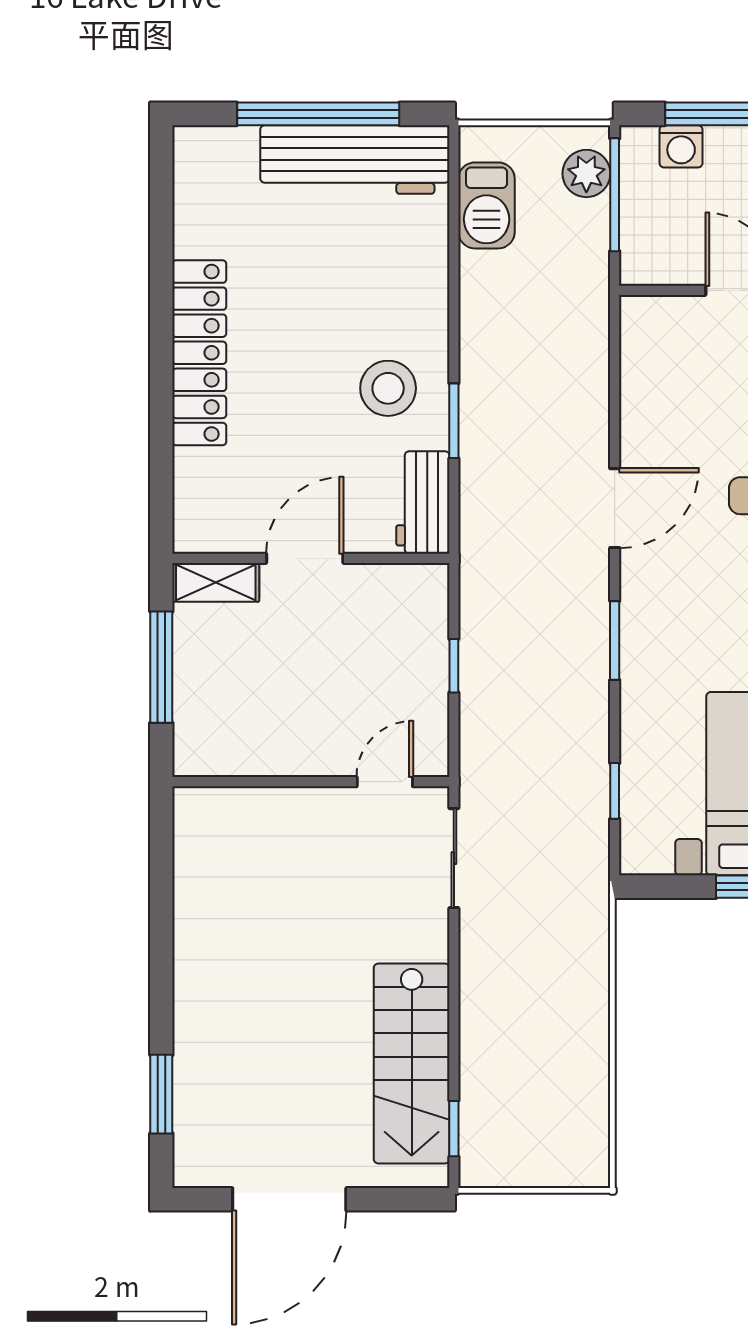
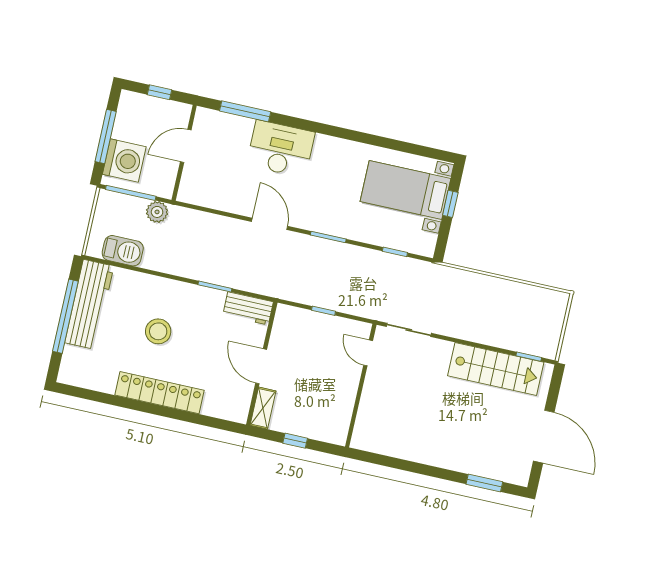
washing machine: (681, 146) -> (124, 161), width x1.89, depth x1.89
plant: (586, 173) -> (157, 212), moved
stool: (388, 388) -> (158, 331), moved
window: (161, 667) -> (295, 441), width x0.46

